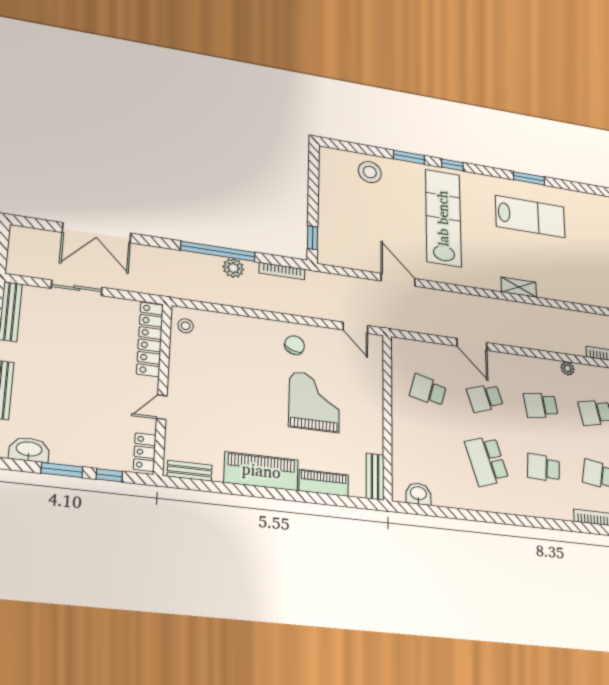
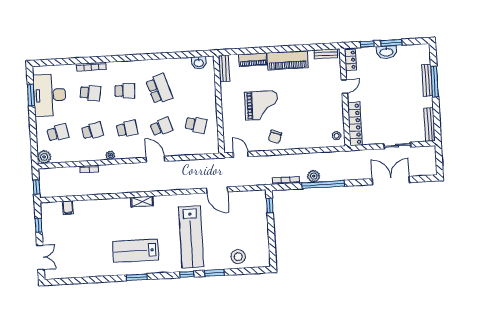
door: (472, 344) -> (155, 159), moved
grand piano: (314, 402) -> (261, 105), turned -90
washbasin: (29, 450) -> (386, 52), moved

